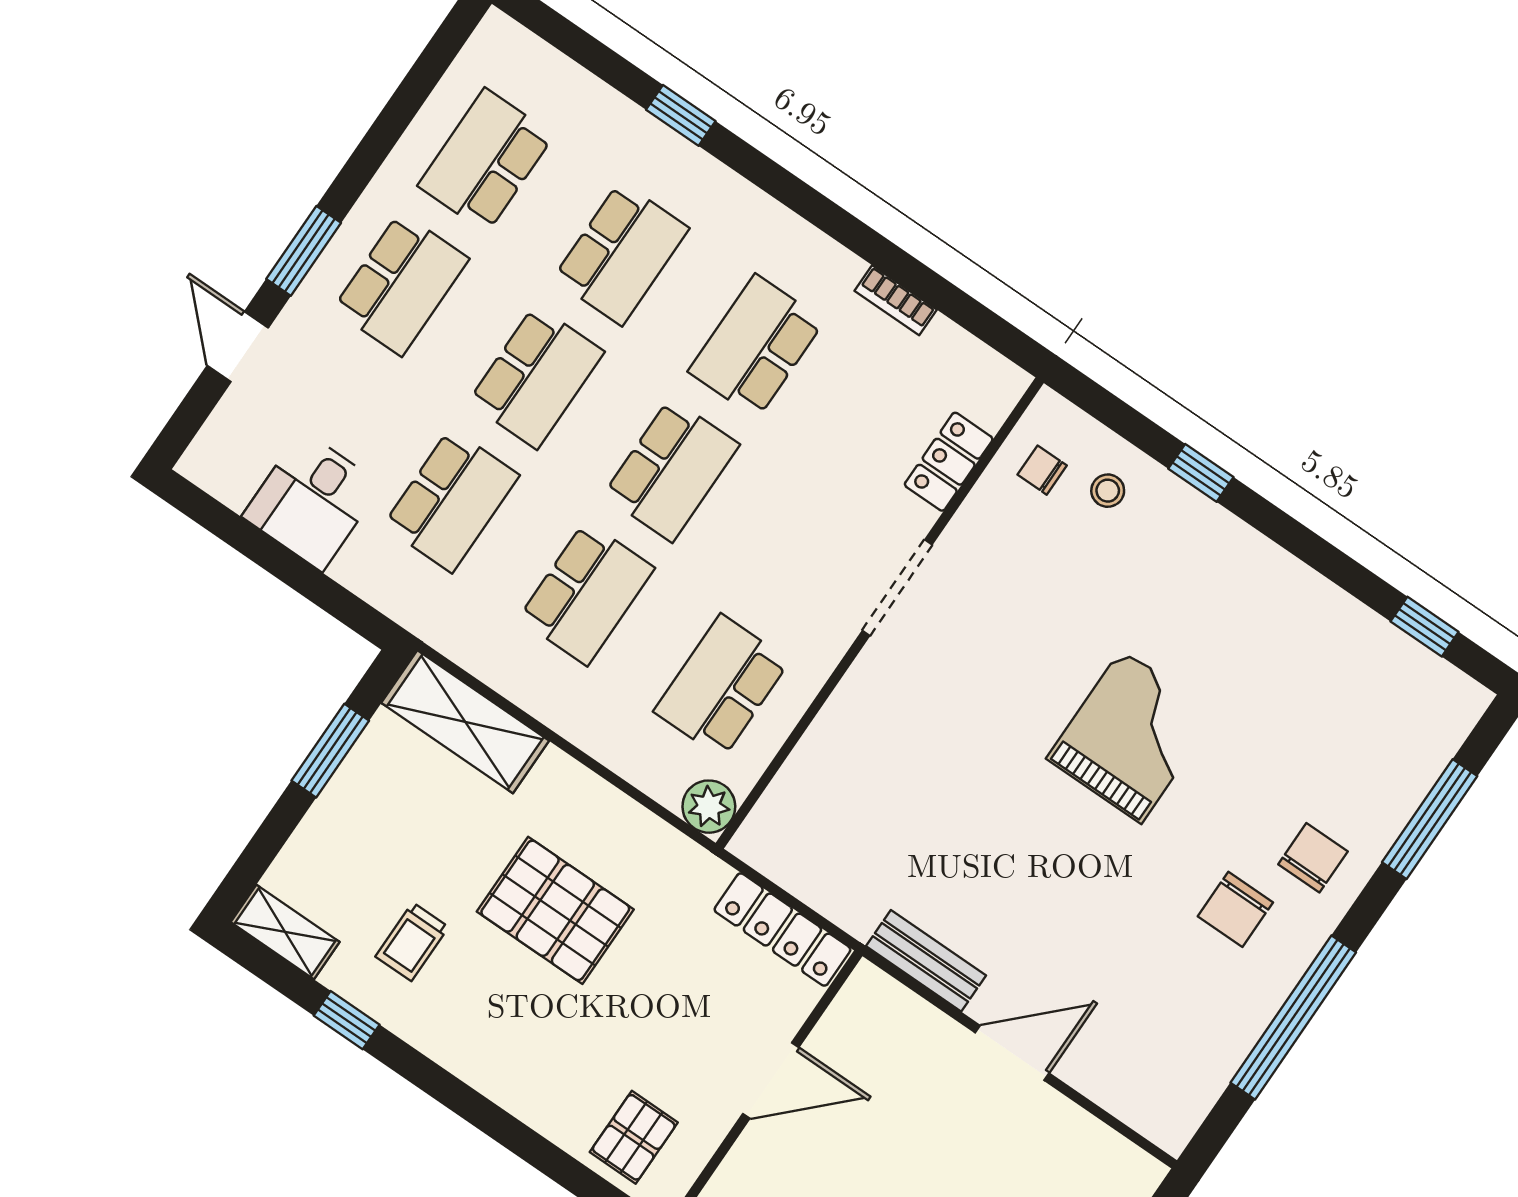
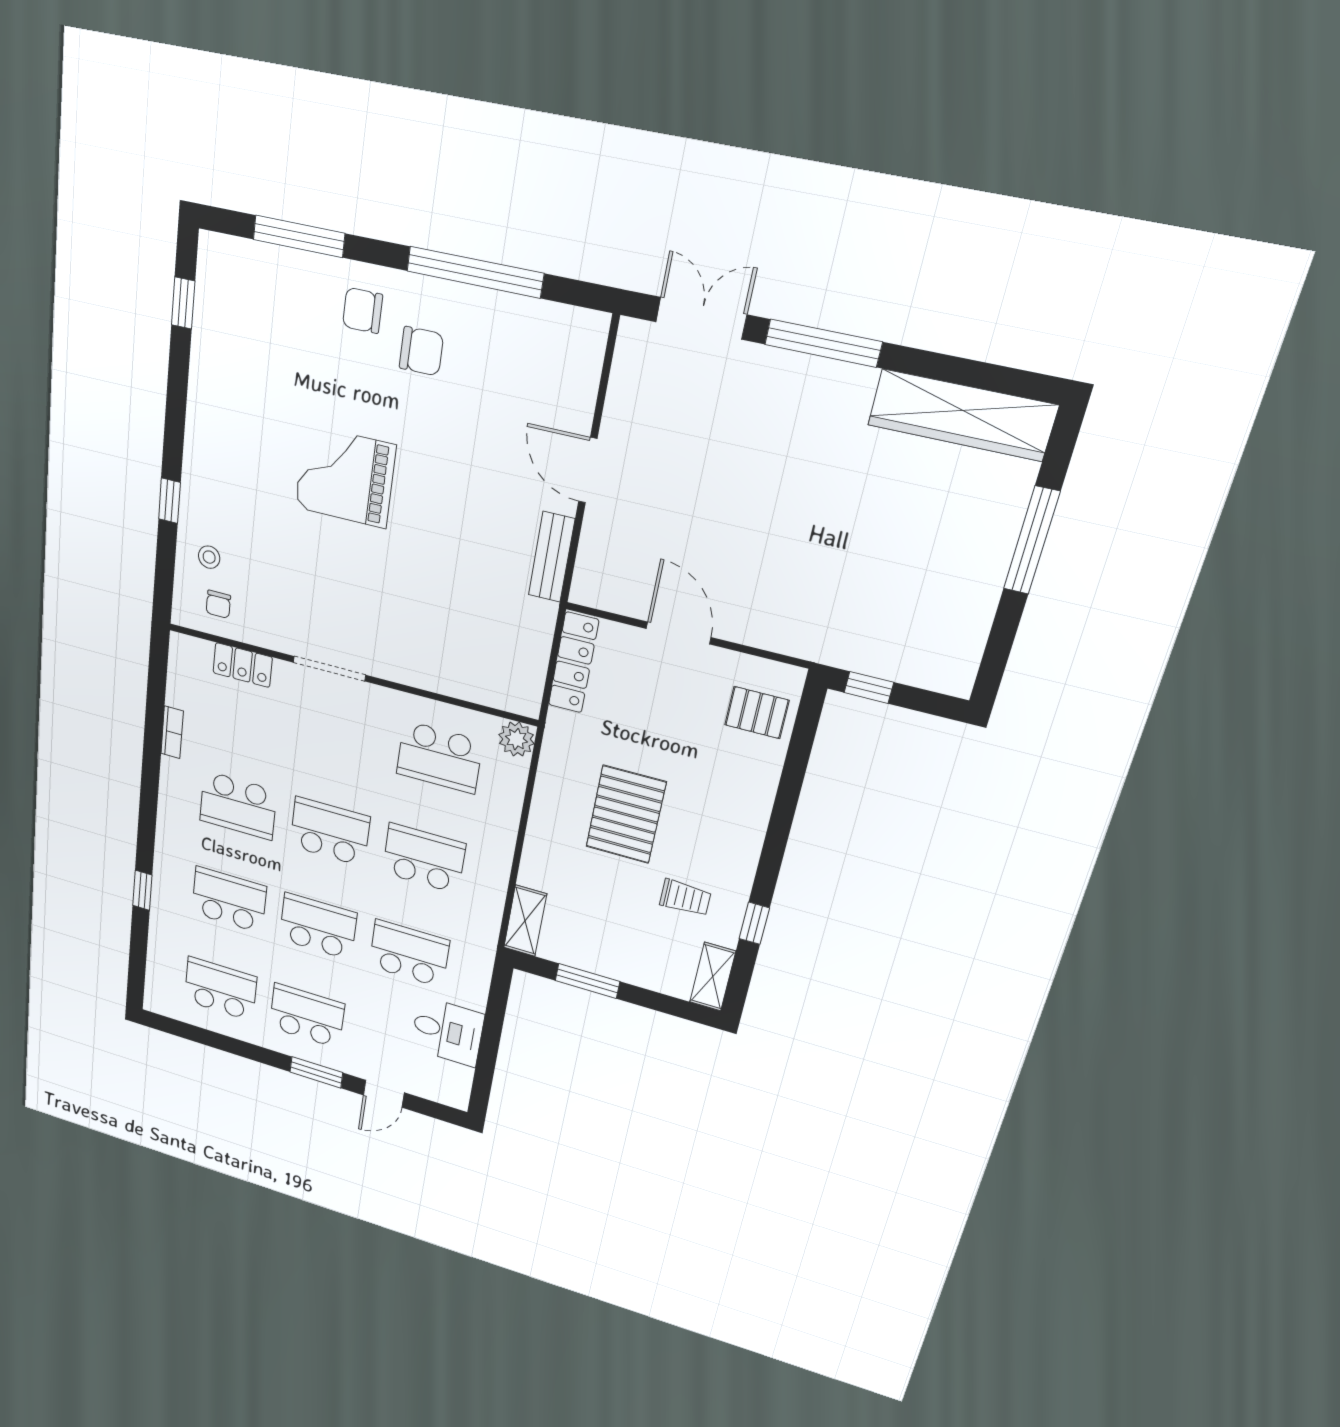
school desk: (486, 160) -> (220, 989), turned 180
shelving: (465, 722) -> (525, 921), width x0.67, depth x0.75

